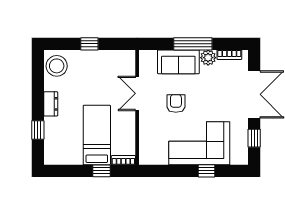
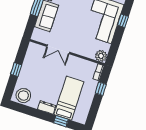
armchair: (176, 103) -> (73, 26), removed
bed: (97, 135) -> (69, 98), moved, turned 90
plant: (147, 156) -> (101, 56), added

